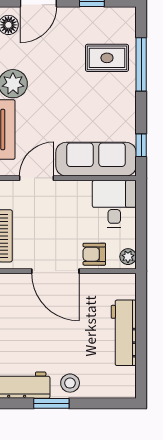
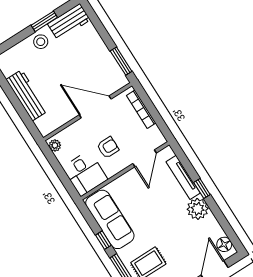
window: (141, 145) -> (103, 240), moved
sofa: (96, 159) -> (110, 219), moved, turned -90
armchair: (94, 254) -> (108, 147), moved

